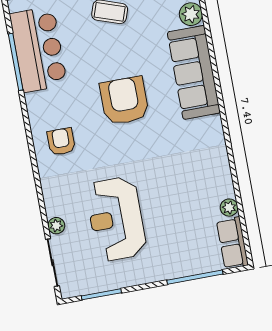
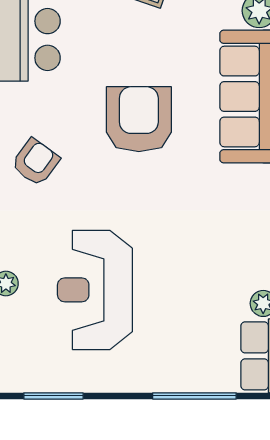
armchair: (61, 142) -> (35, 162), turned 36

